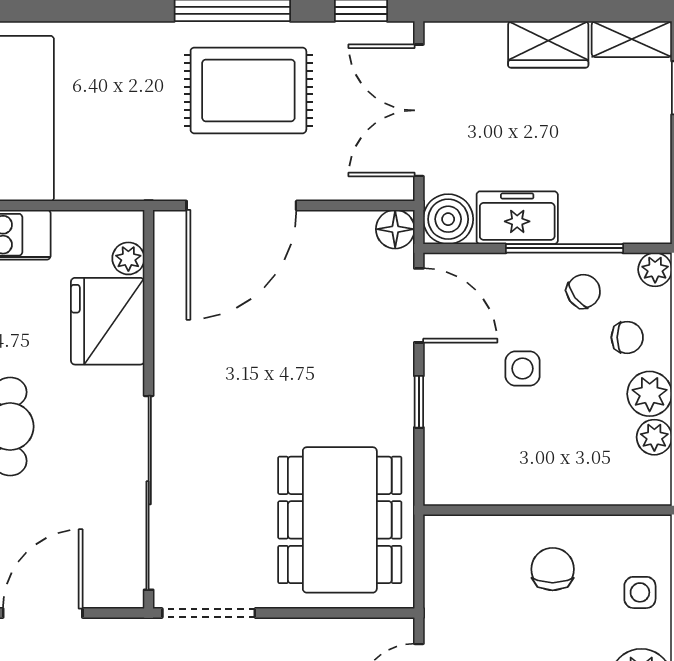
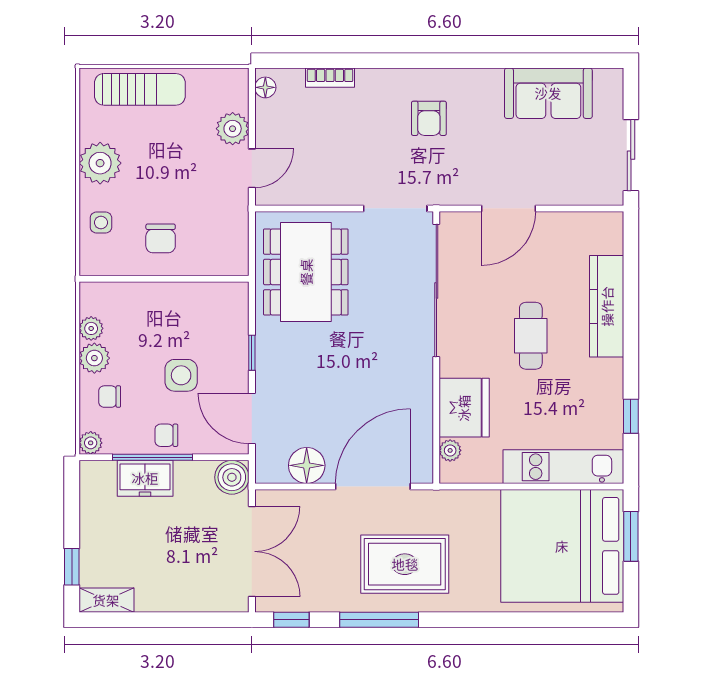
wardrobe: (548, 44) -> (164, 597), removed
rug: (248, 90) -> (405, 564), moved
freezer: (517, 218) -> (145, 478), moved
floor lamp: (395, 229) -> (307, 465), moved, width x1.38, depth x1.38
chair: (583, 291) -> (166, 435), moved, turned 37
side table: (522, 369) -> (181, 375), width x1.37, depth x1.37

